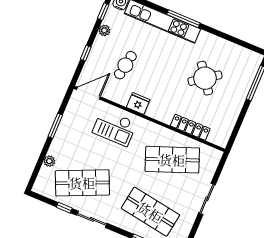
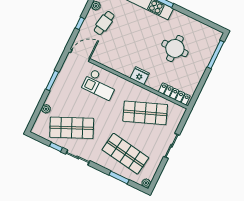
cafe table: (125, 65) -> (104, 23), moved
round table: (205, 78) -> (175, 48), turned 36
fridge: (138, 104) -> (140, 76), moved
locker: (190, 127) -> (174, 94), moved

